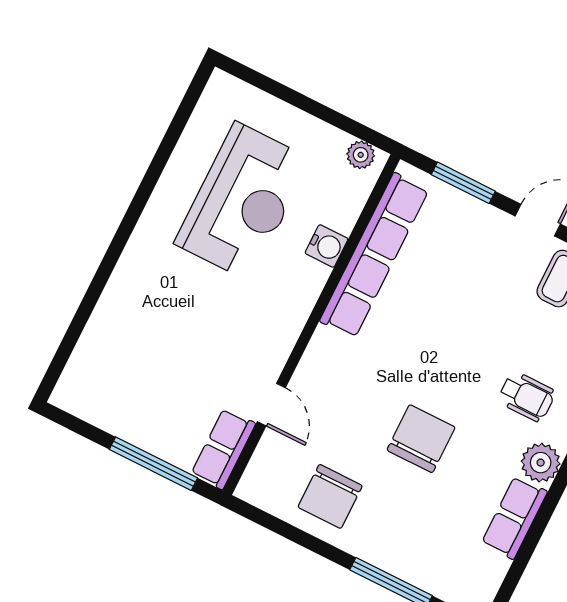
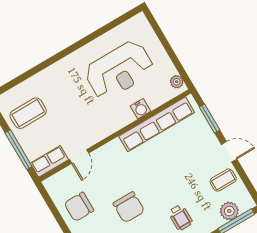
coffee table: (128, 386) -> (28, 113), added
chair: (421, 439) -> (129, 207), turned 90

